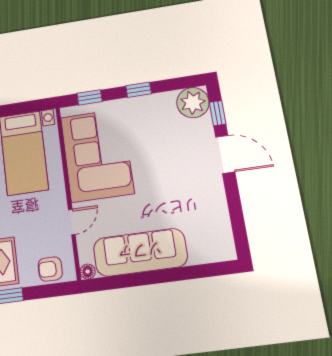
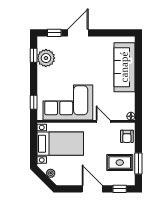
window: (139, 90) -> (34, 55), moved
plant: (193, 103) -> (46, 58), moved
sofa: (140, 252) -> (124, 67), moved

